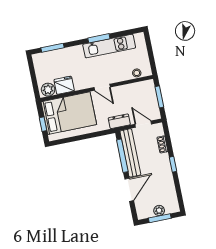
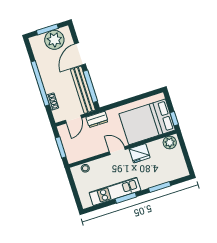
window: (52, 48) -> (160, 187), moved
fridge: (64, 85) -> (140, 153), moved
window: (43, 124) -> (174, 119), moved
door: (143, 124) -> (74, 119), hinge flipped
window: (173, 164) -> (40, 83), width x3.17
plant: (159, 210) -> (54, 40), width x1.87, depth x1.87

